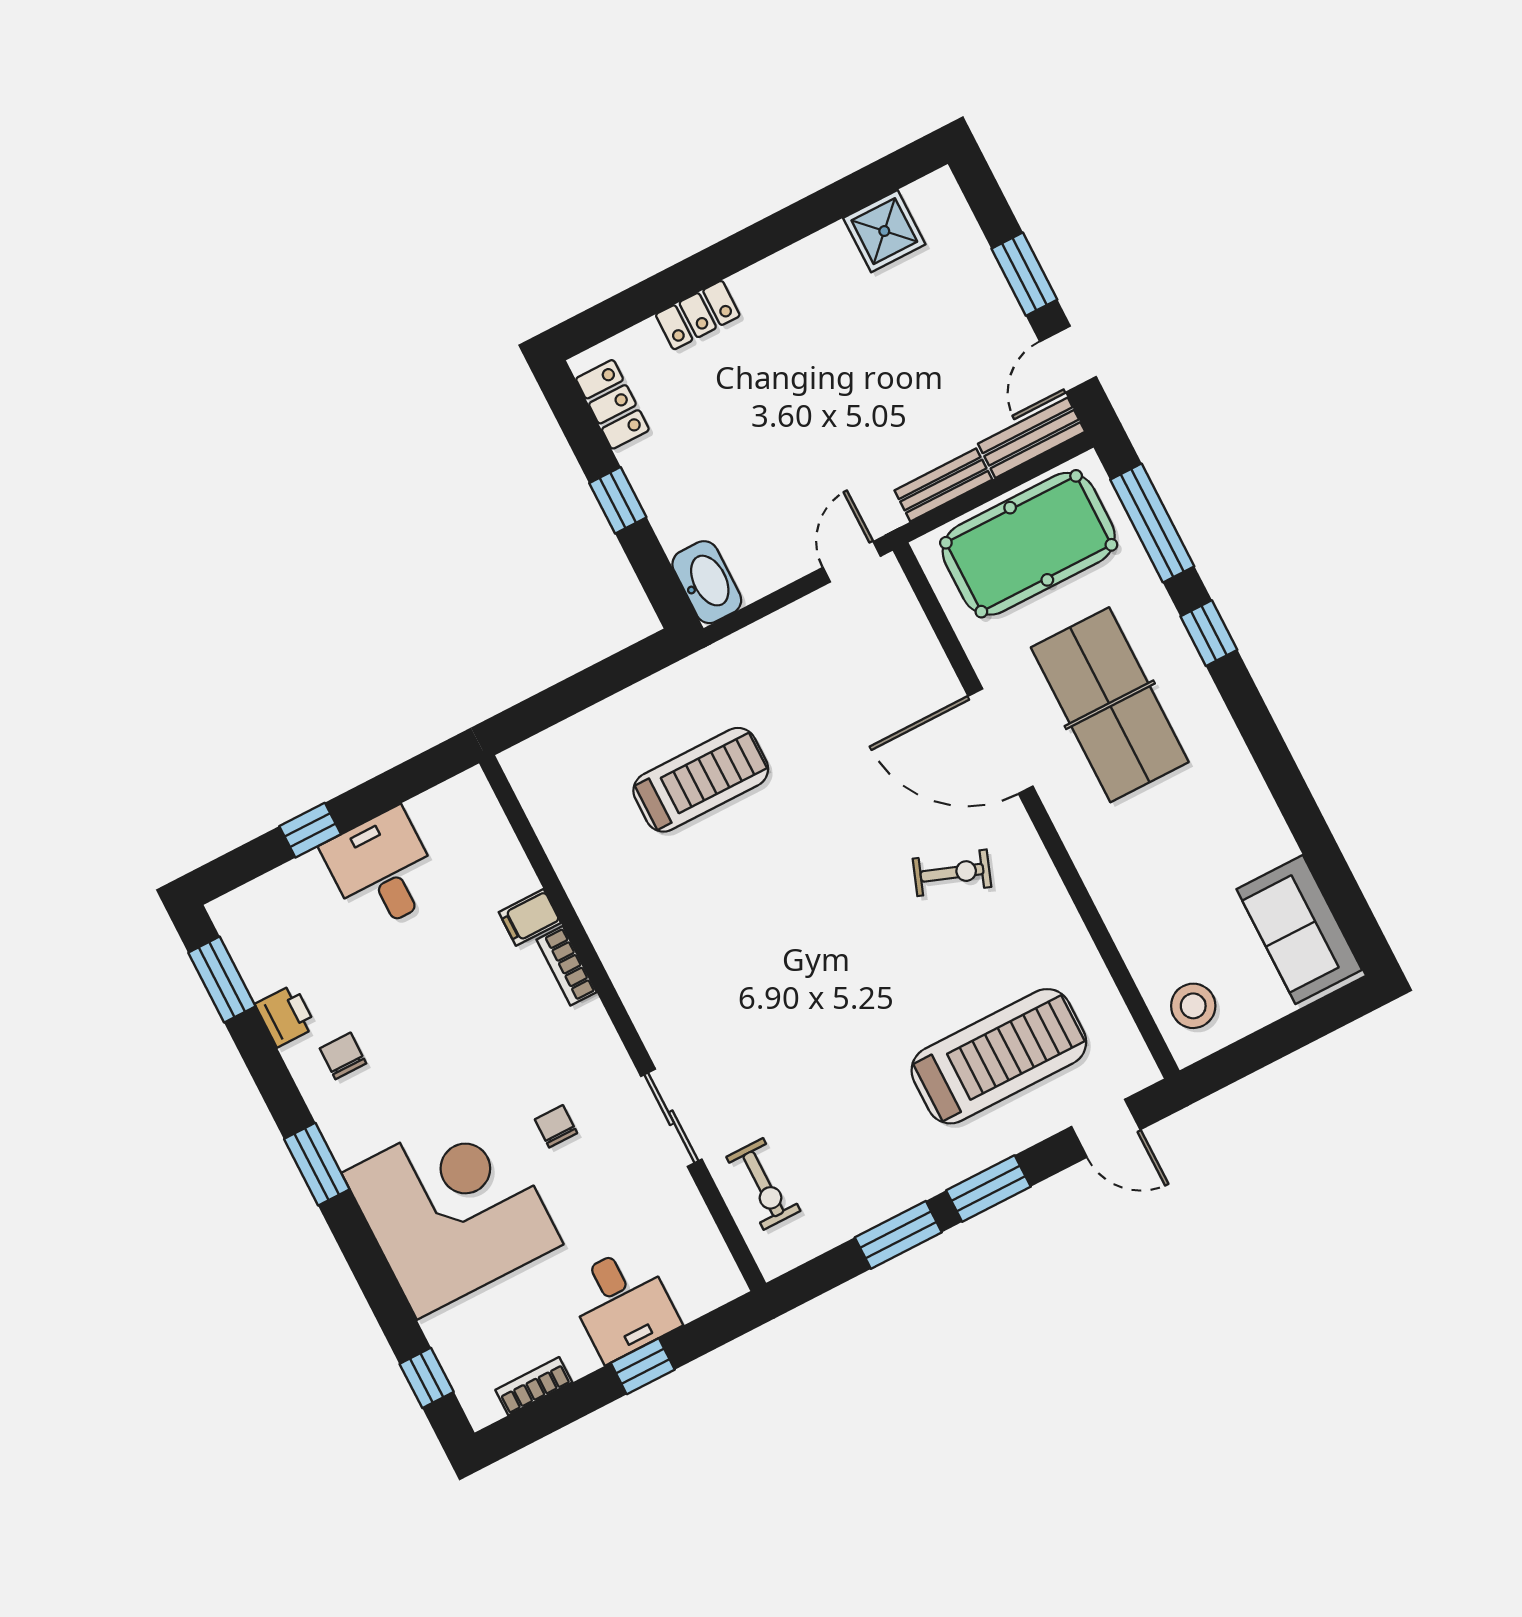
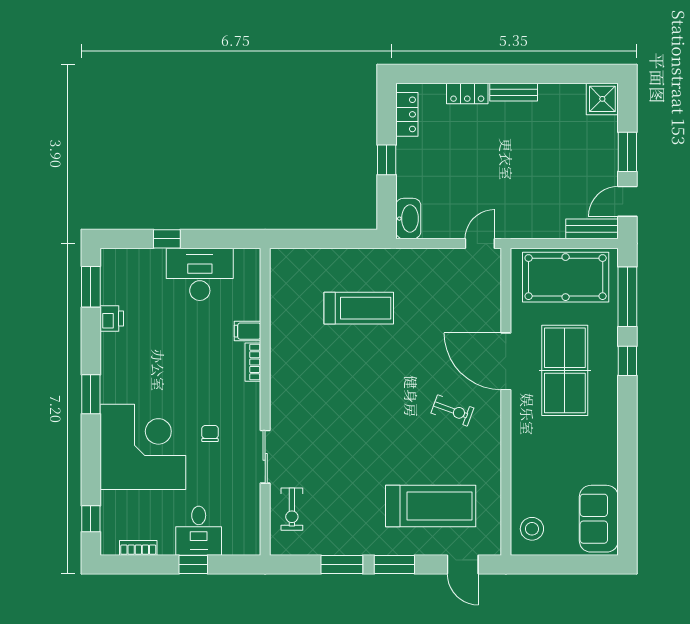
shower: (884, 231) -> (602, 99), moved
bench: (943, 485) -> (514, 92), moved
desk: (382, 870) -> (200, 274), width x1.37
chair: (343, 1056) -> (129, 351), removed

